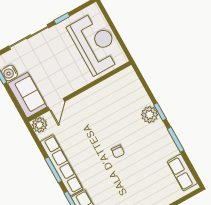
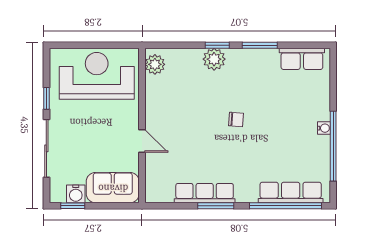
door: (56, 104) -> (142, 141), moved
plant: (39, 125) -> (155, 64), moved
row of seats: (62, 165) -> (205, 193), width x0.73

